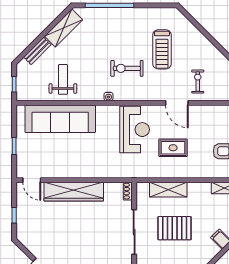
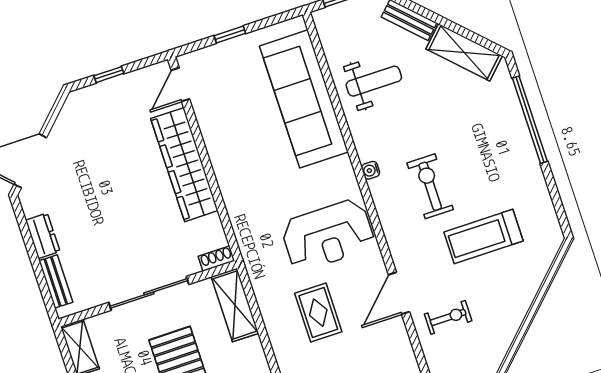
shelving: (168, 190) -> (235, 305), moved

